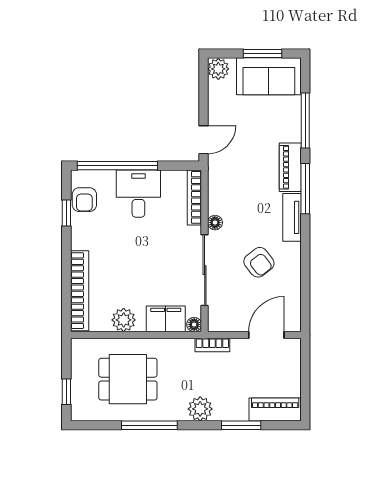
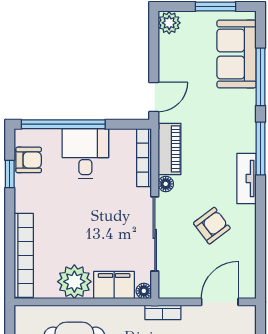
sofa: (269, 76) -> (237, 54), moved, turned 90
piano: (290, 167) -> (169, 149), moved, turned 180
armchair: (84, 200) -> (29, 160), turned -90
armchair: (259, 262) -> (212, 226), turned -89
plant: (124, 320) -> (74, 282), width x1.36, depth x1.36

